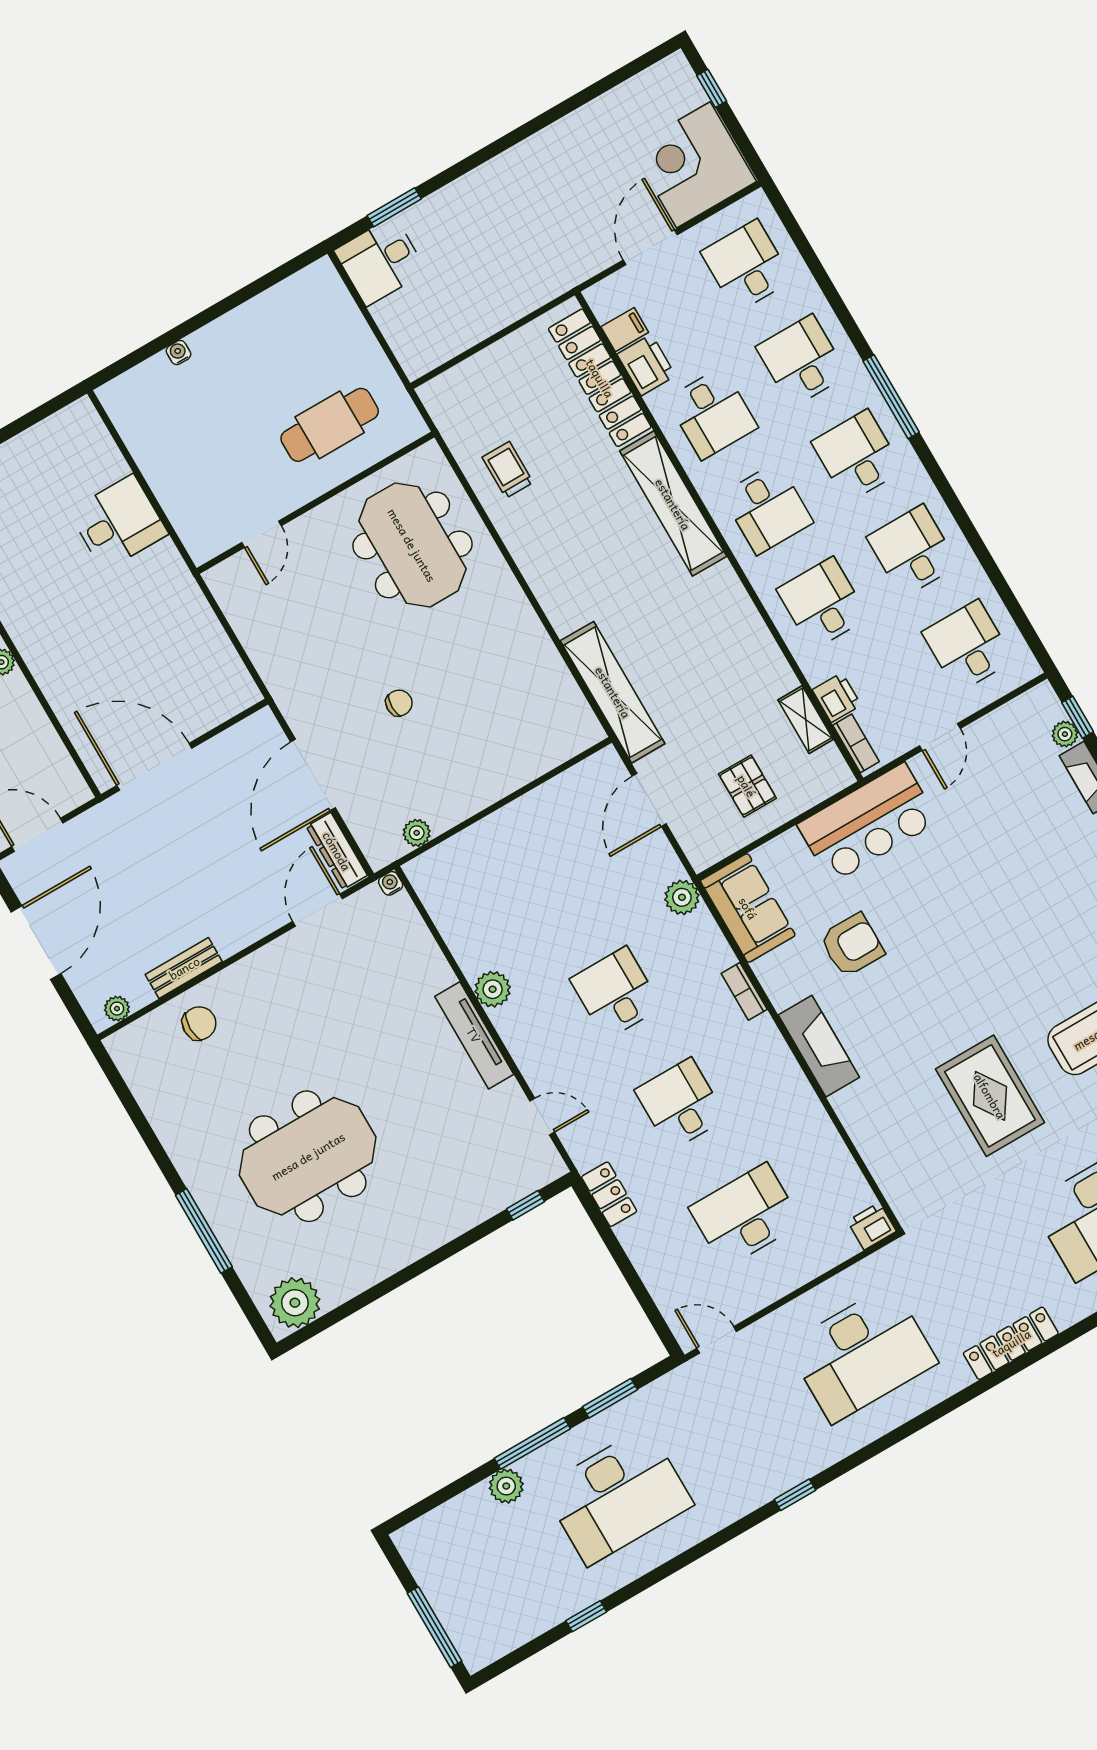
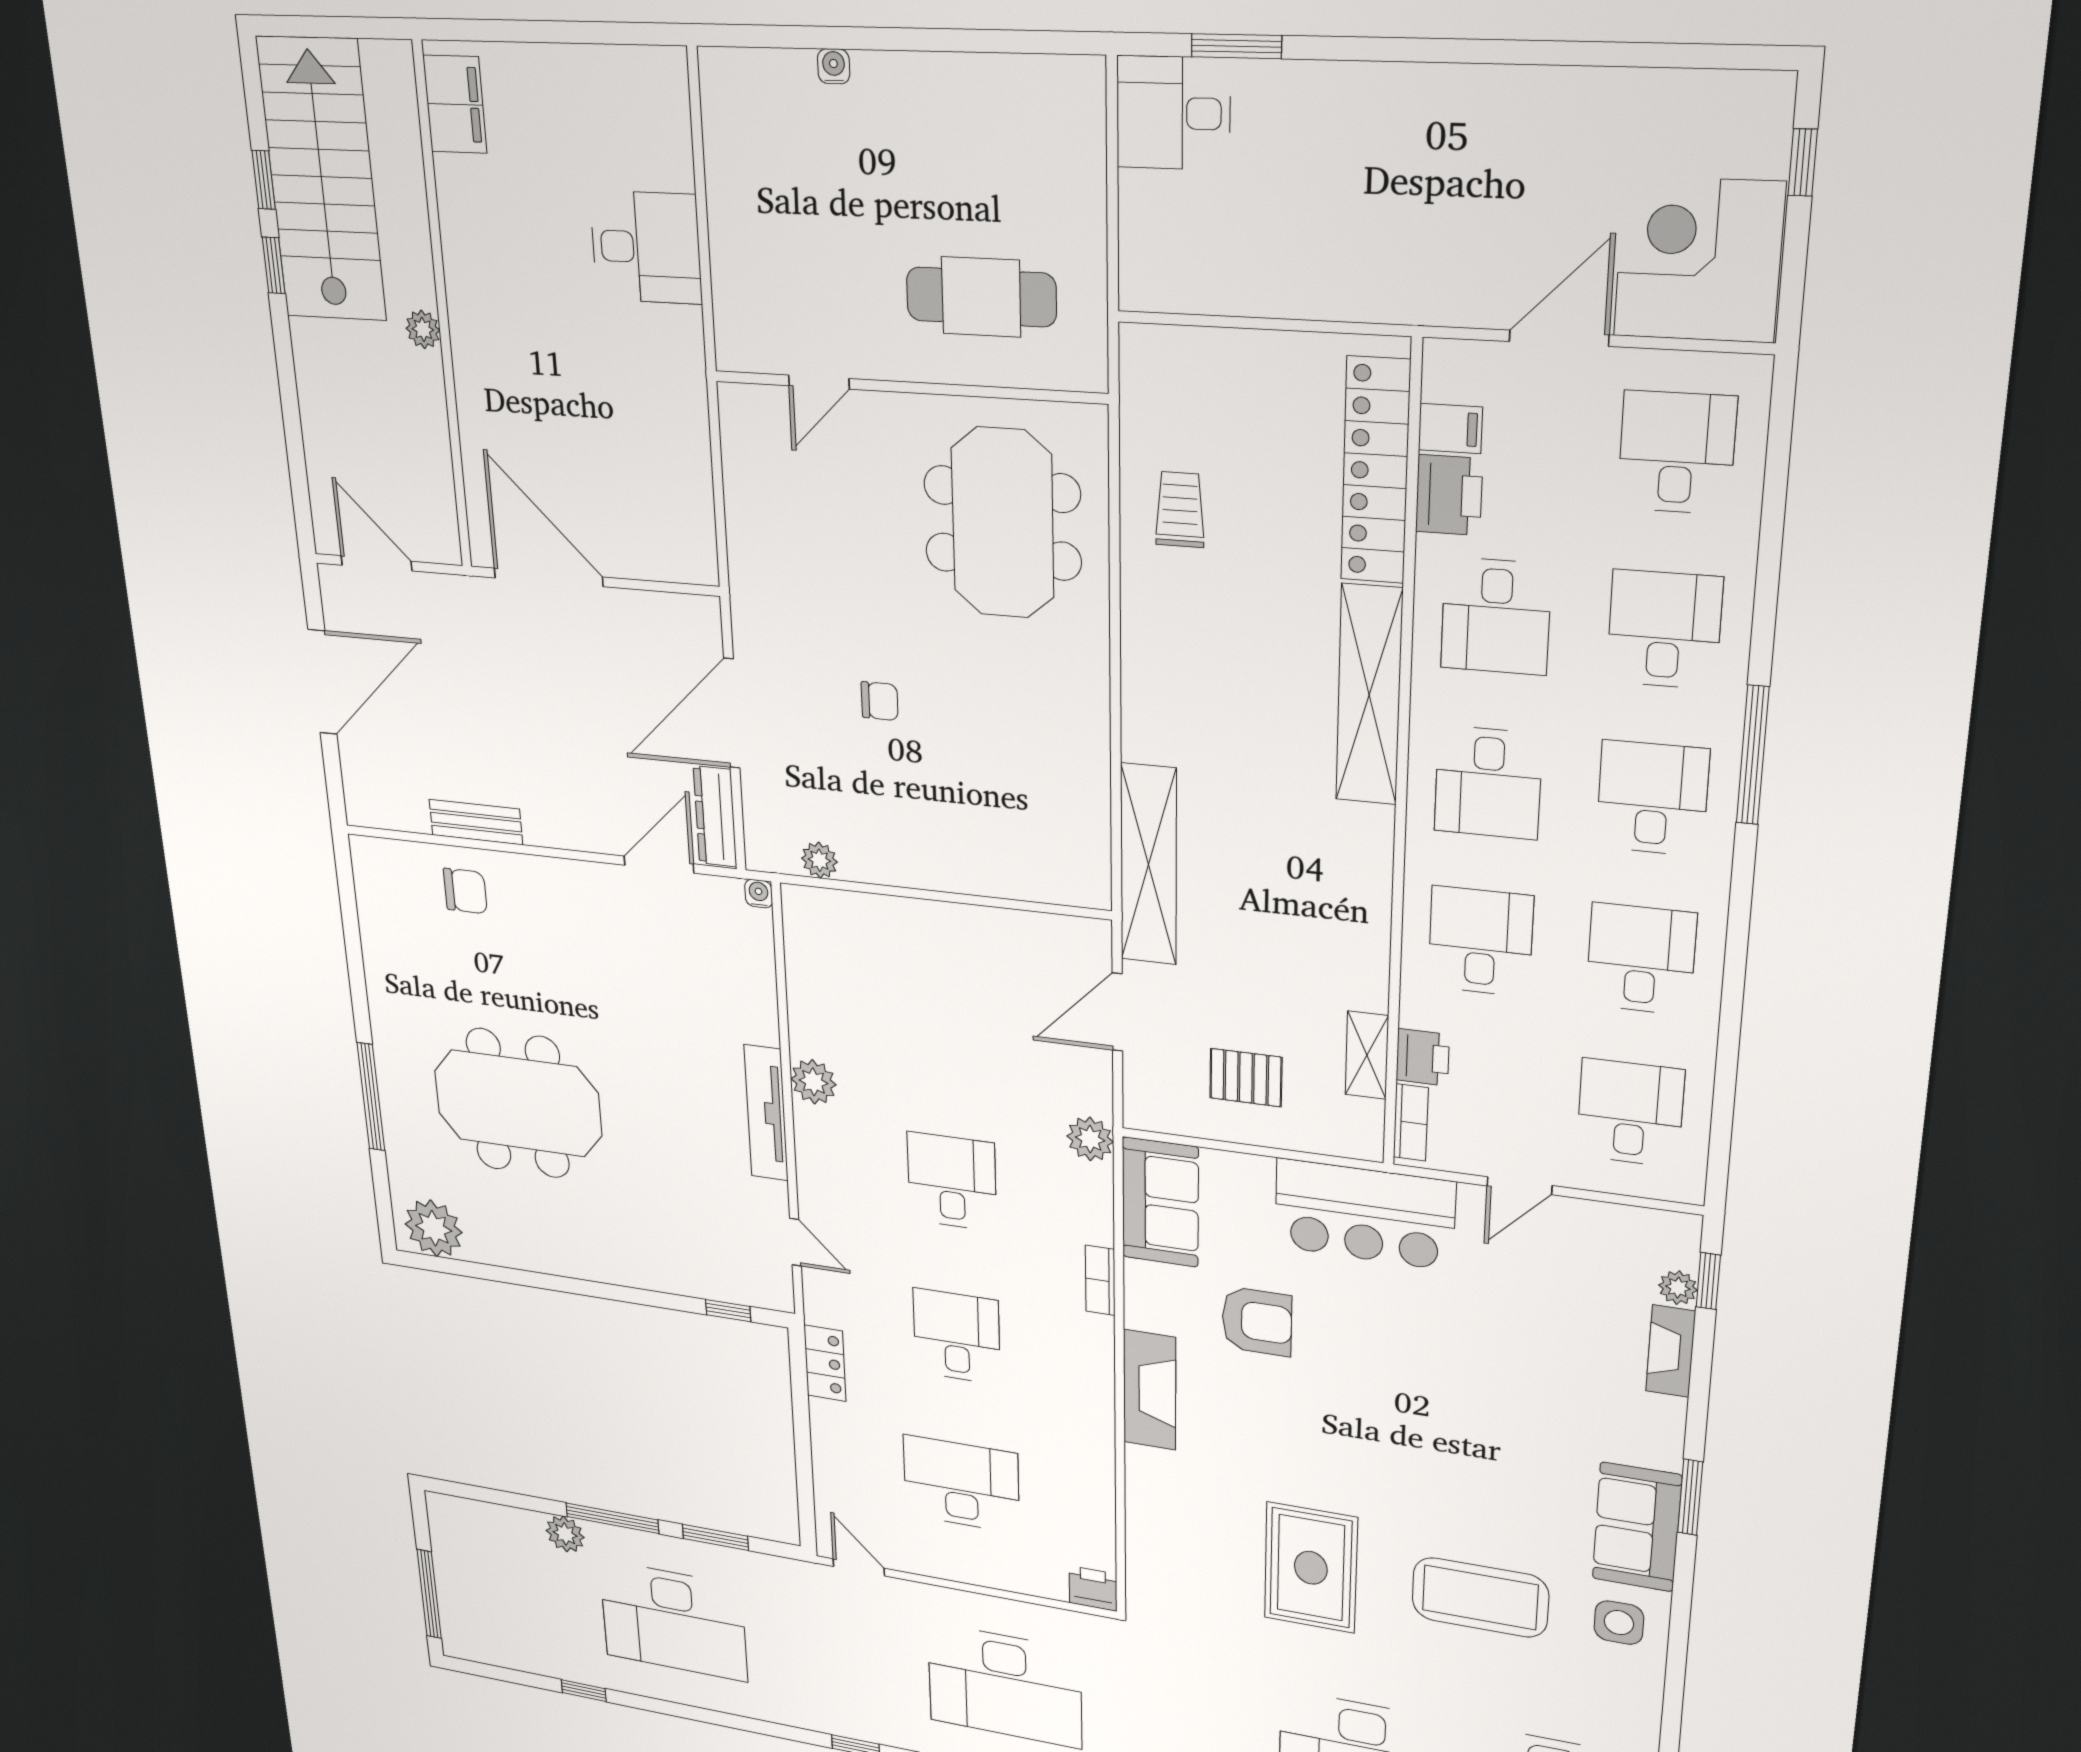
pallet: (747, 786) -> (1246, 1078), turned 90
plant: (117, 1009) -> (381, 813), removed

